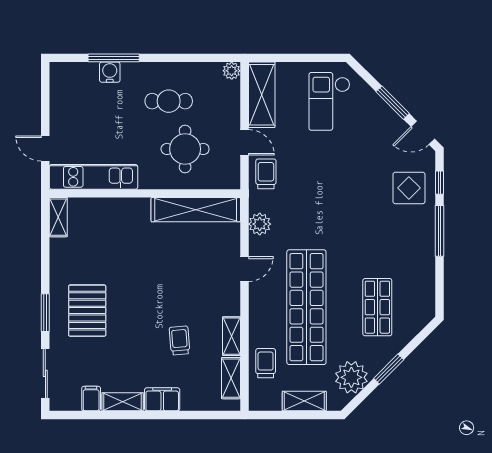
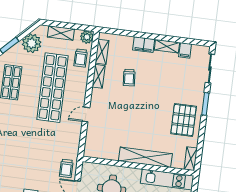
shelving: (196, 210) -> (145, 157), moved
plant: (260, 224) -> (87, 37), moved
pallet: (87, 311) -> (184, 120), moved

